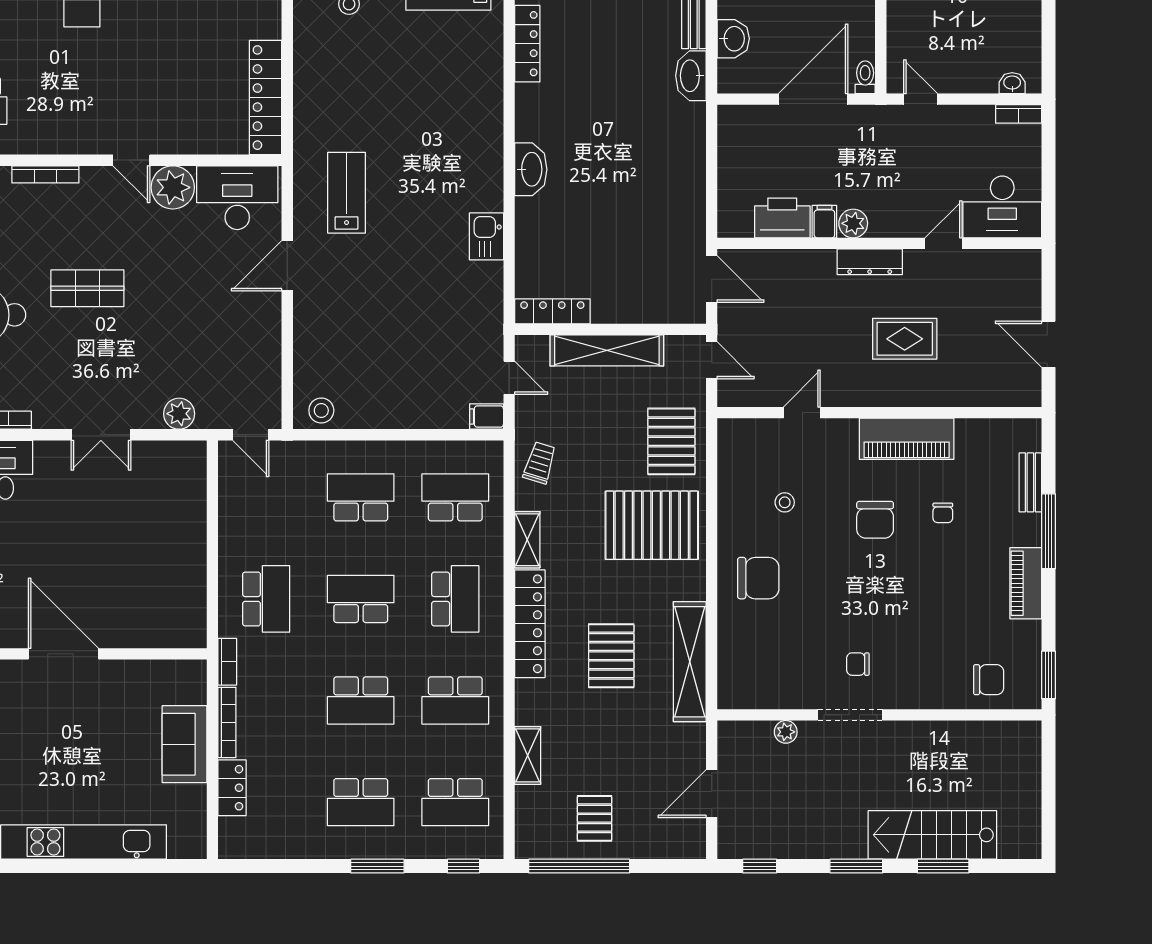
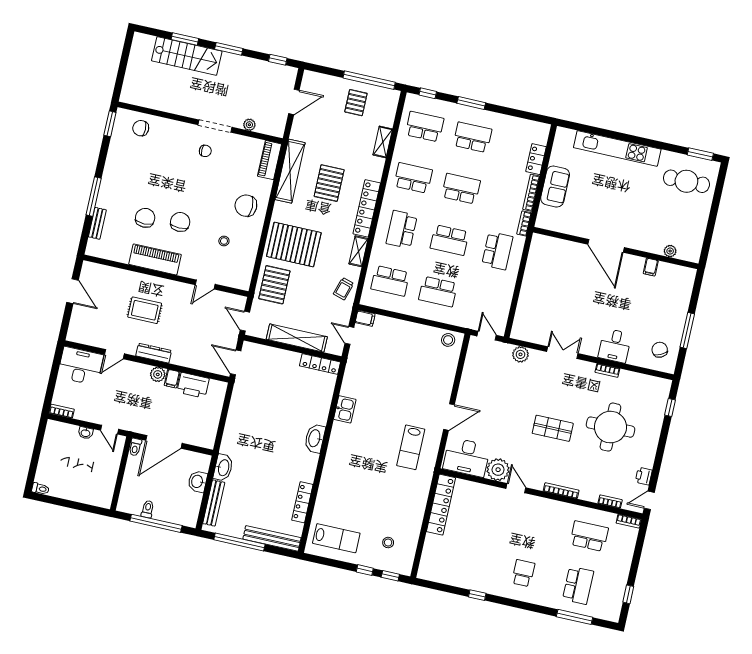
washbasin: (1012, 83) -> (86, 433), moved
chair: (943, 513) -> (145, 218), width x1.87, depth x1.87
piano: (1026, 583) -> (270, 160), moved, turned 180
school desk: (266, 599) -> (497, 251), turned 180

